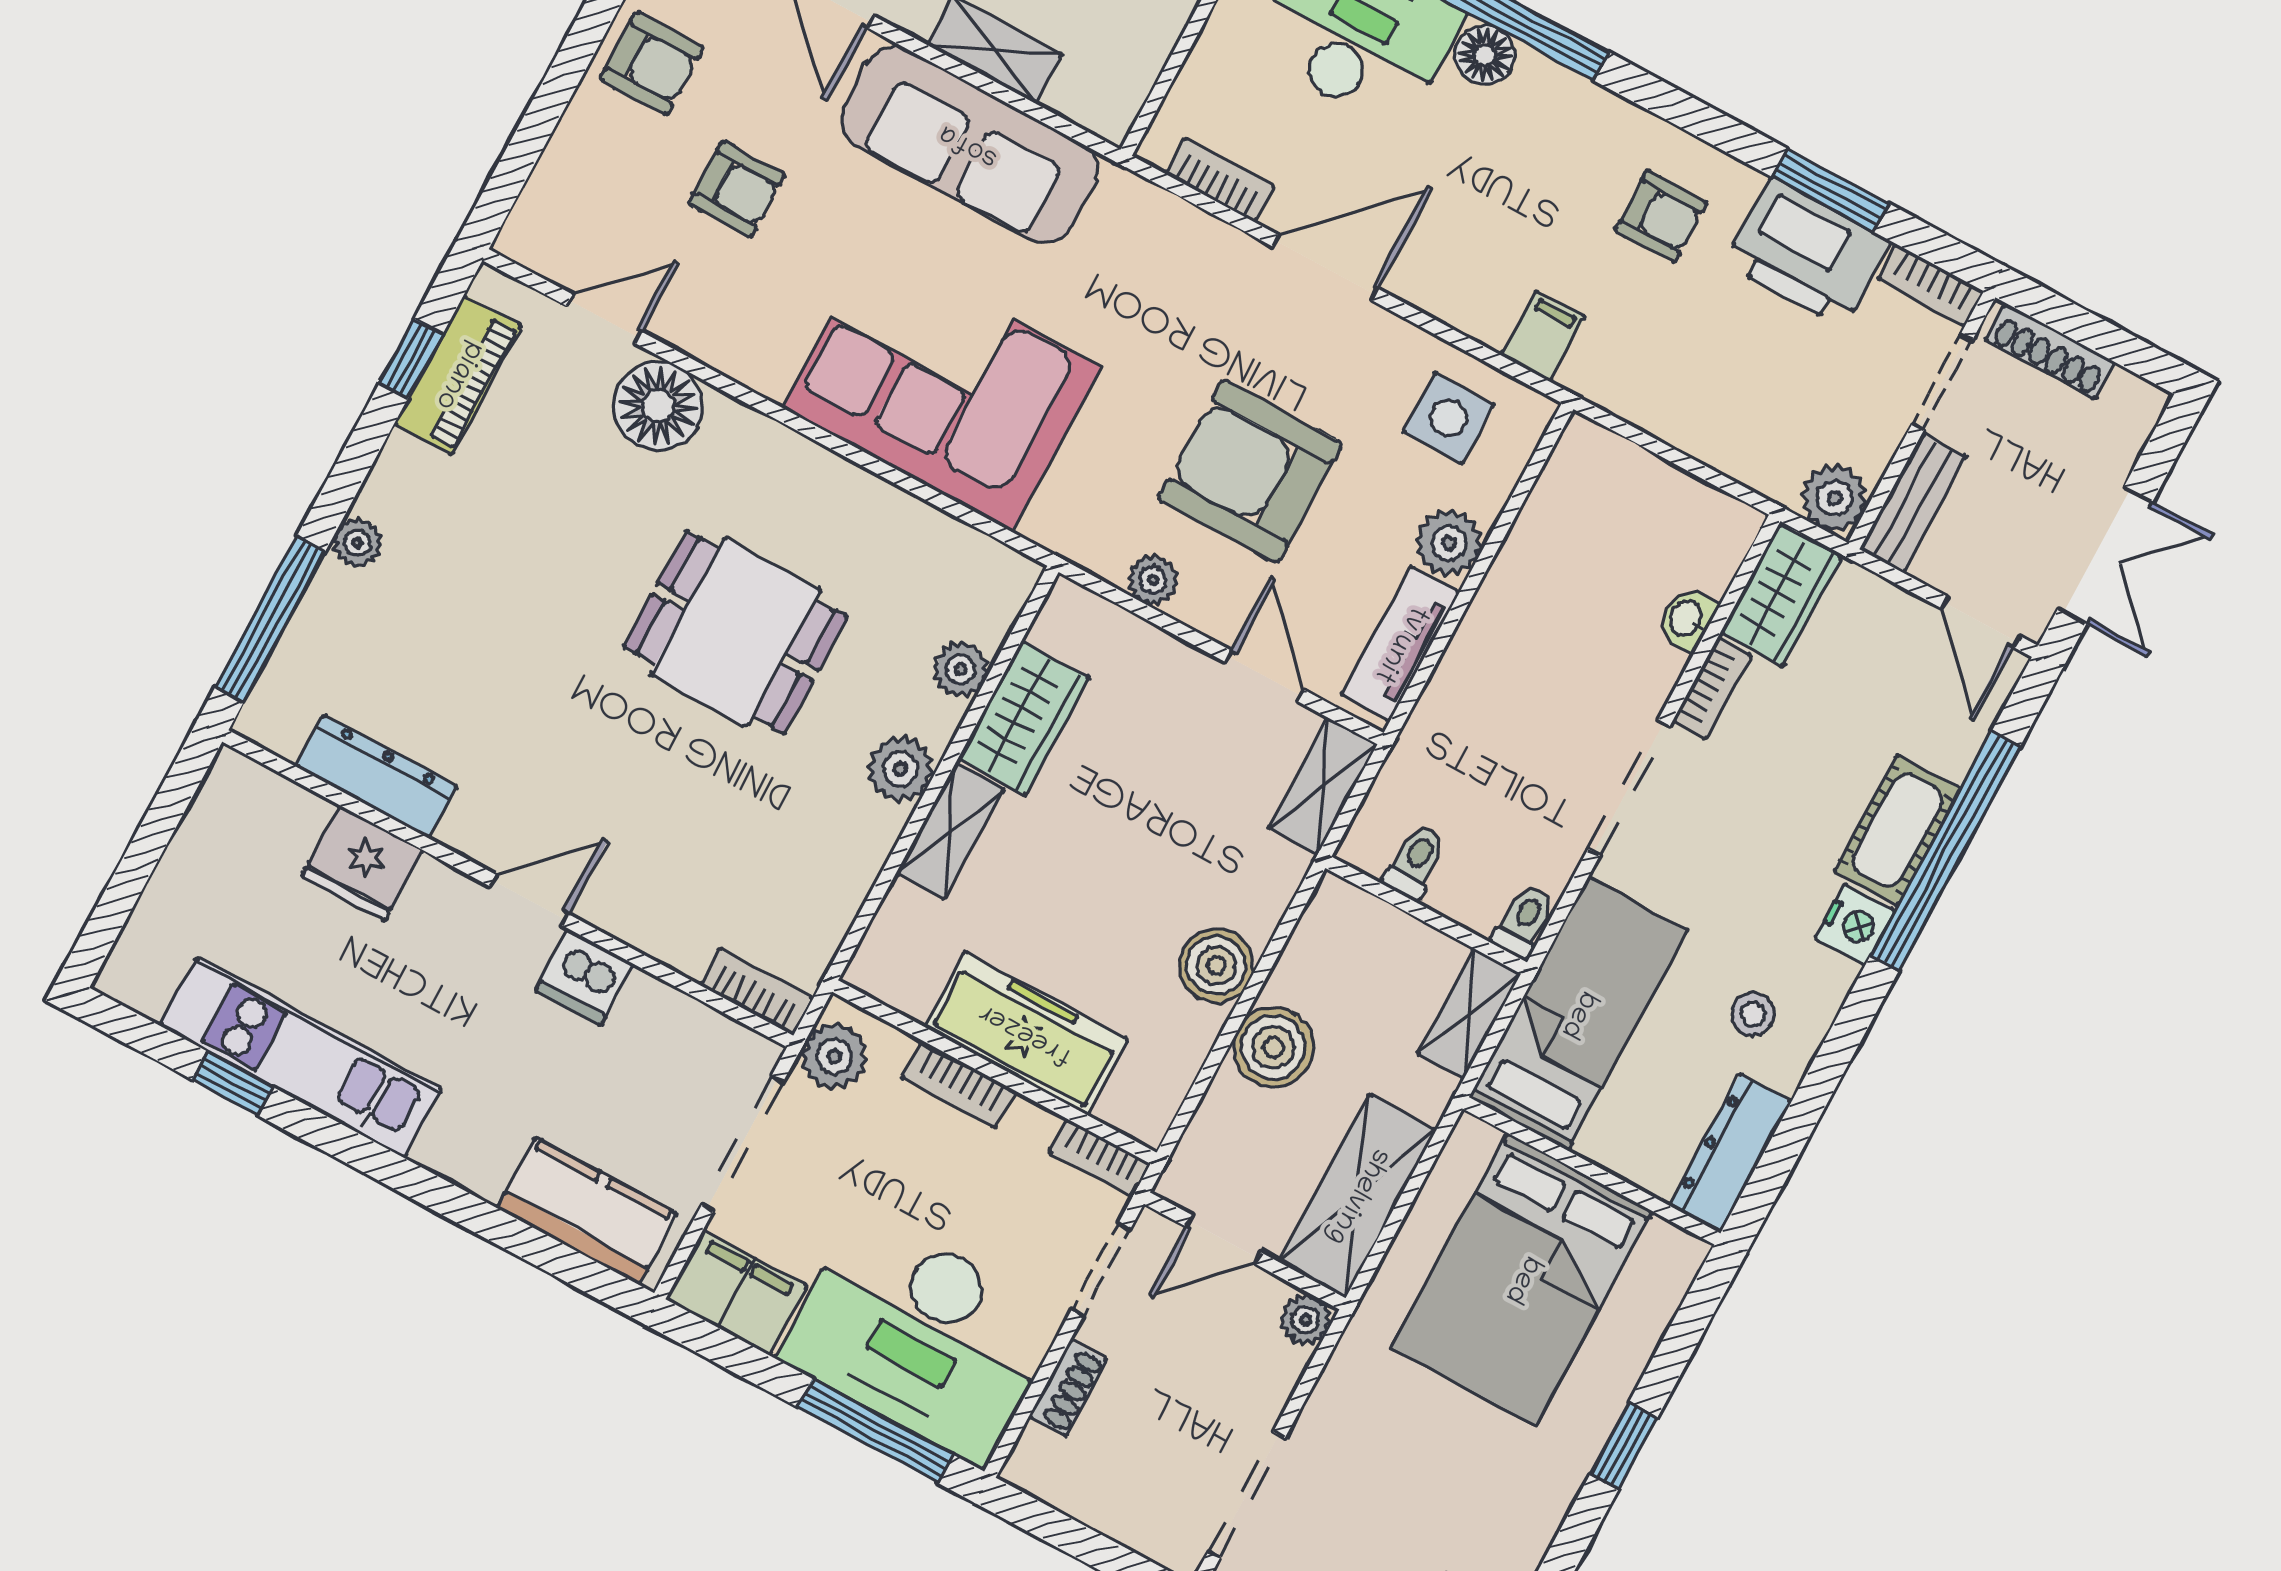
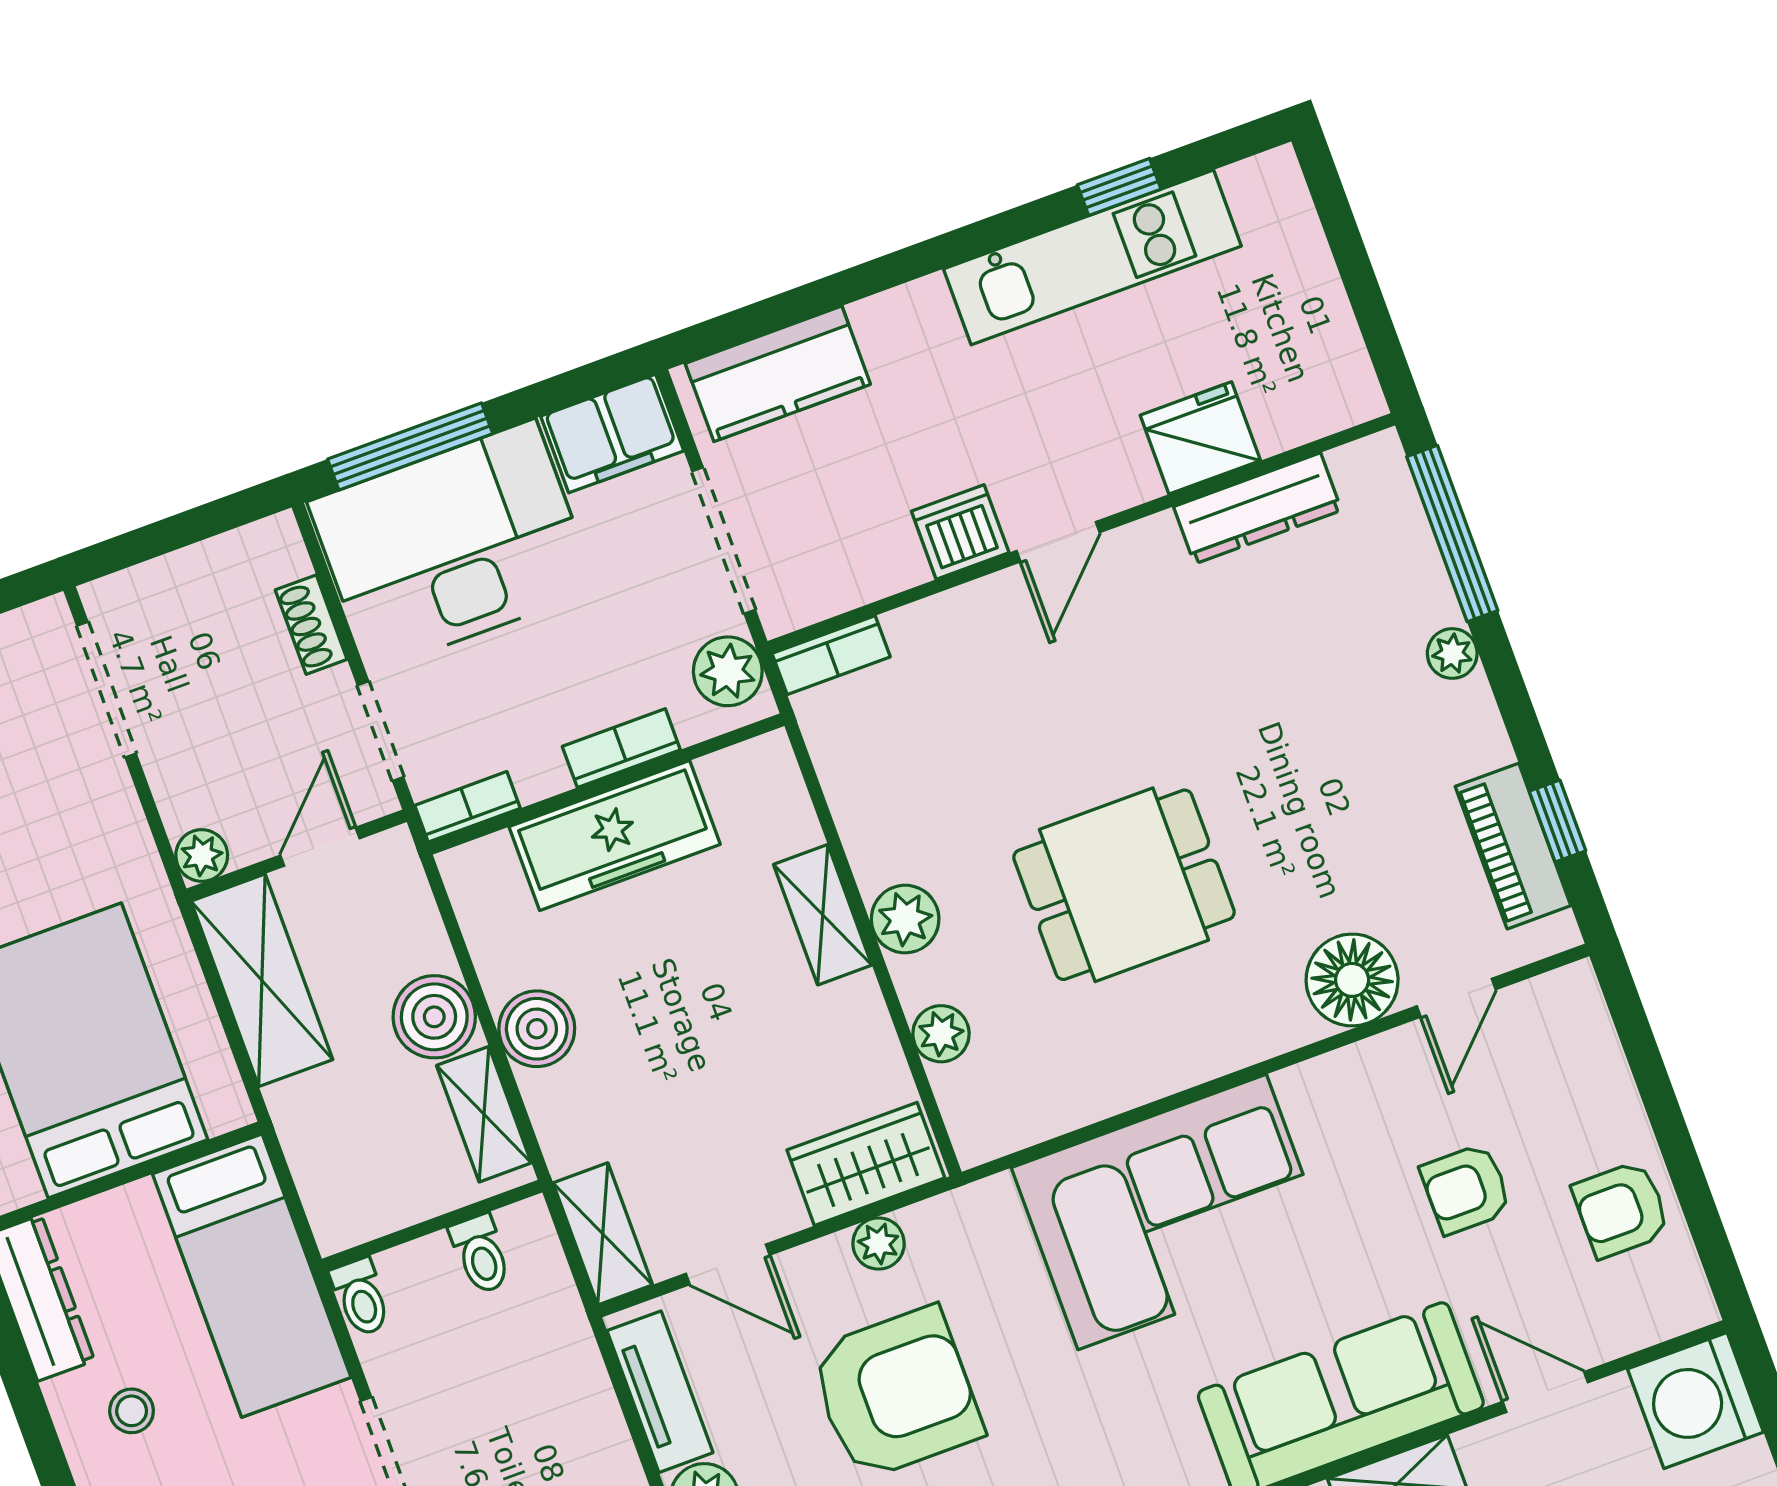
wardrobe: (1024, 718) -> (866, 1164), moved, turned 90
shelving: (1469, 1014) -> (484, 1114), moved

